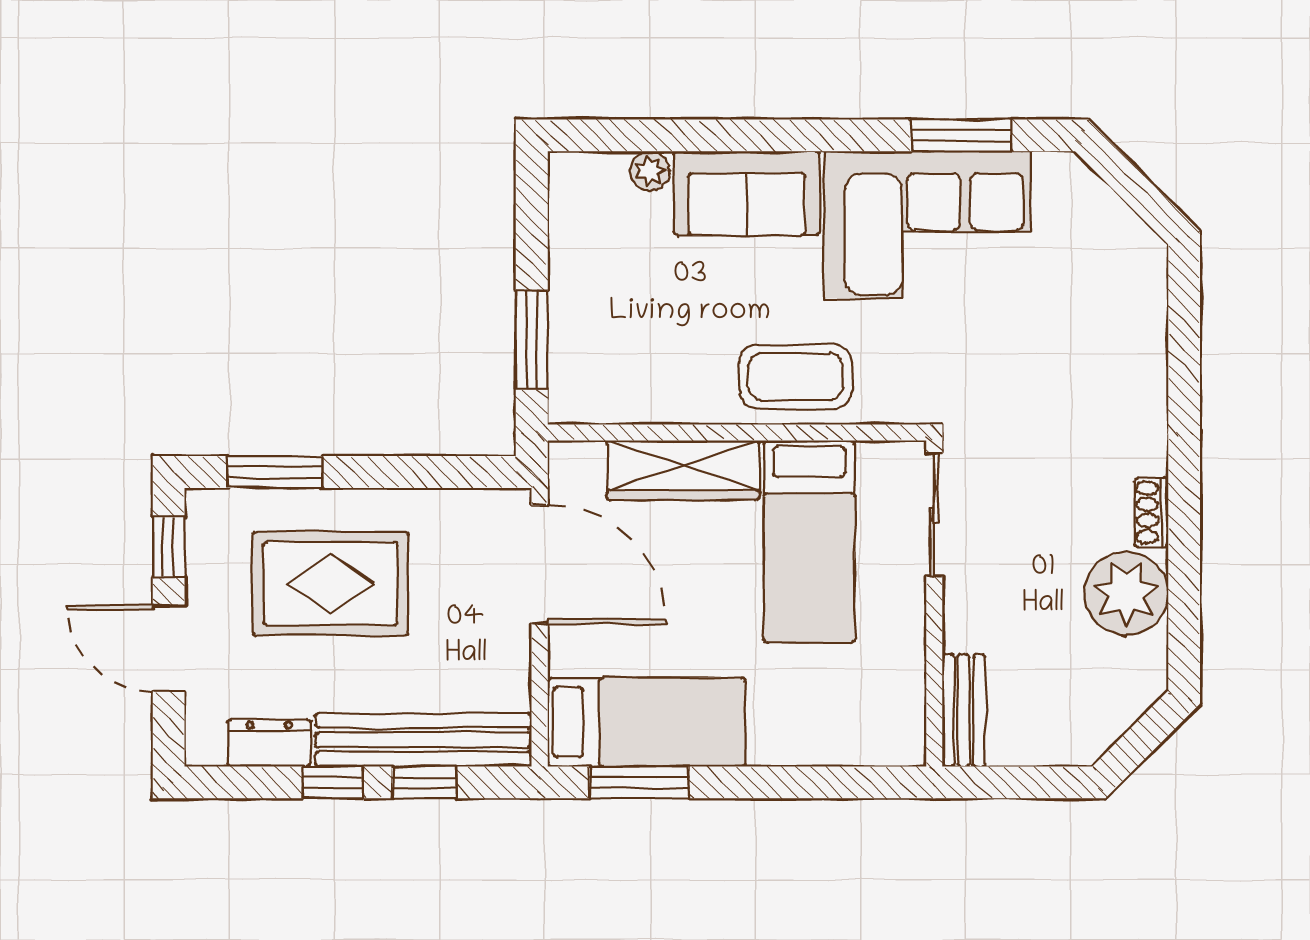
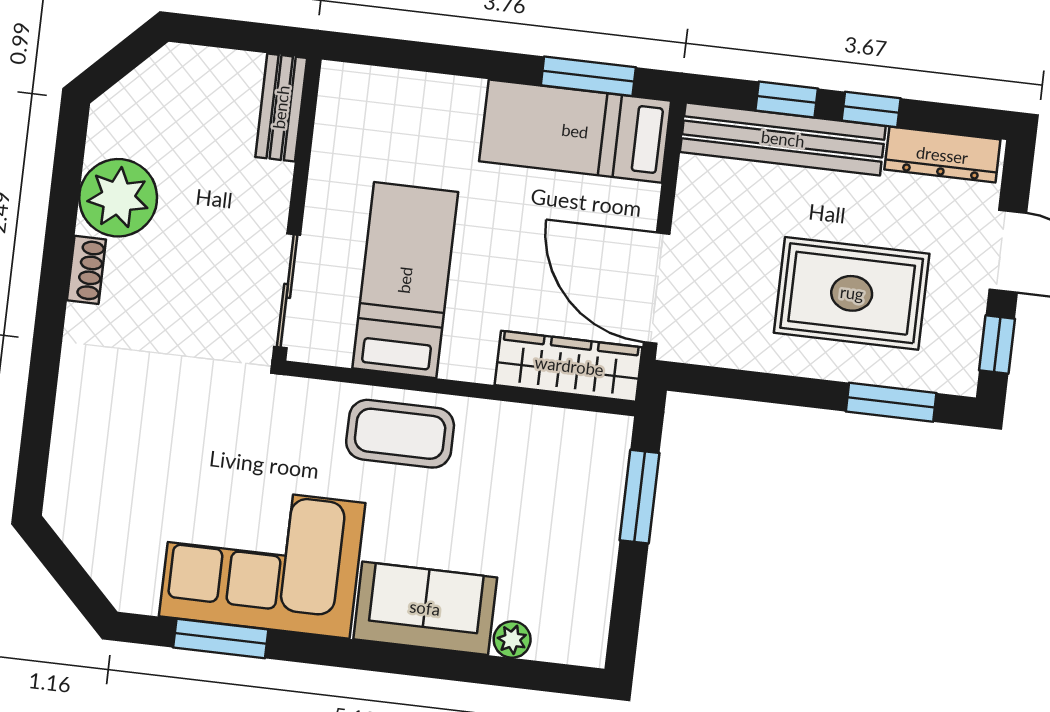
wardrobe: (683, 470) -> (569, 366), moved
dresser: (269, 743) -> (942, 155), width x1.44

